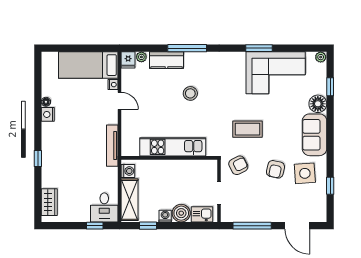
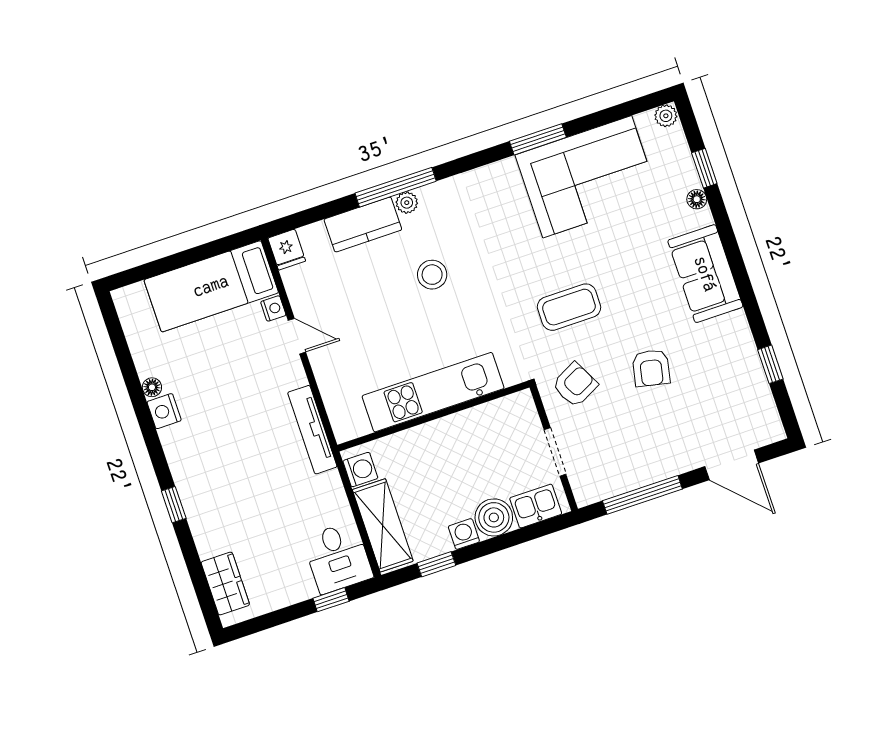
plant: (141, 57) -> (407, 203), moved
floor lamp: (318, 104) -> (697, 199), width x0.53, depth x0.53
side table: (305, 173) -> (712, 356), removed

